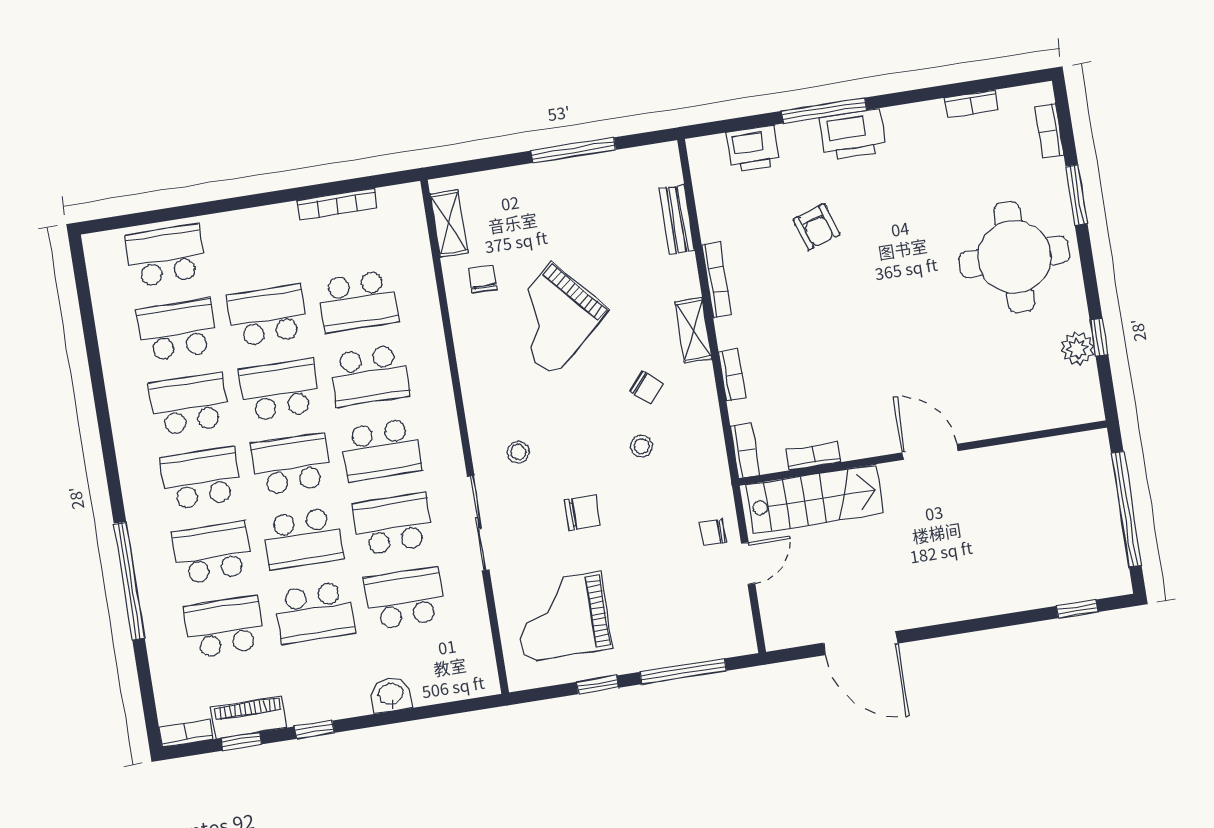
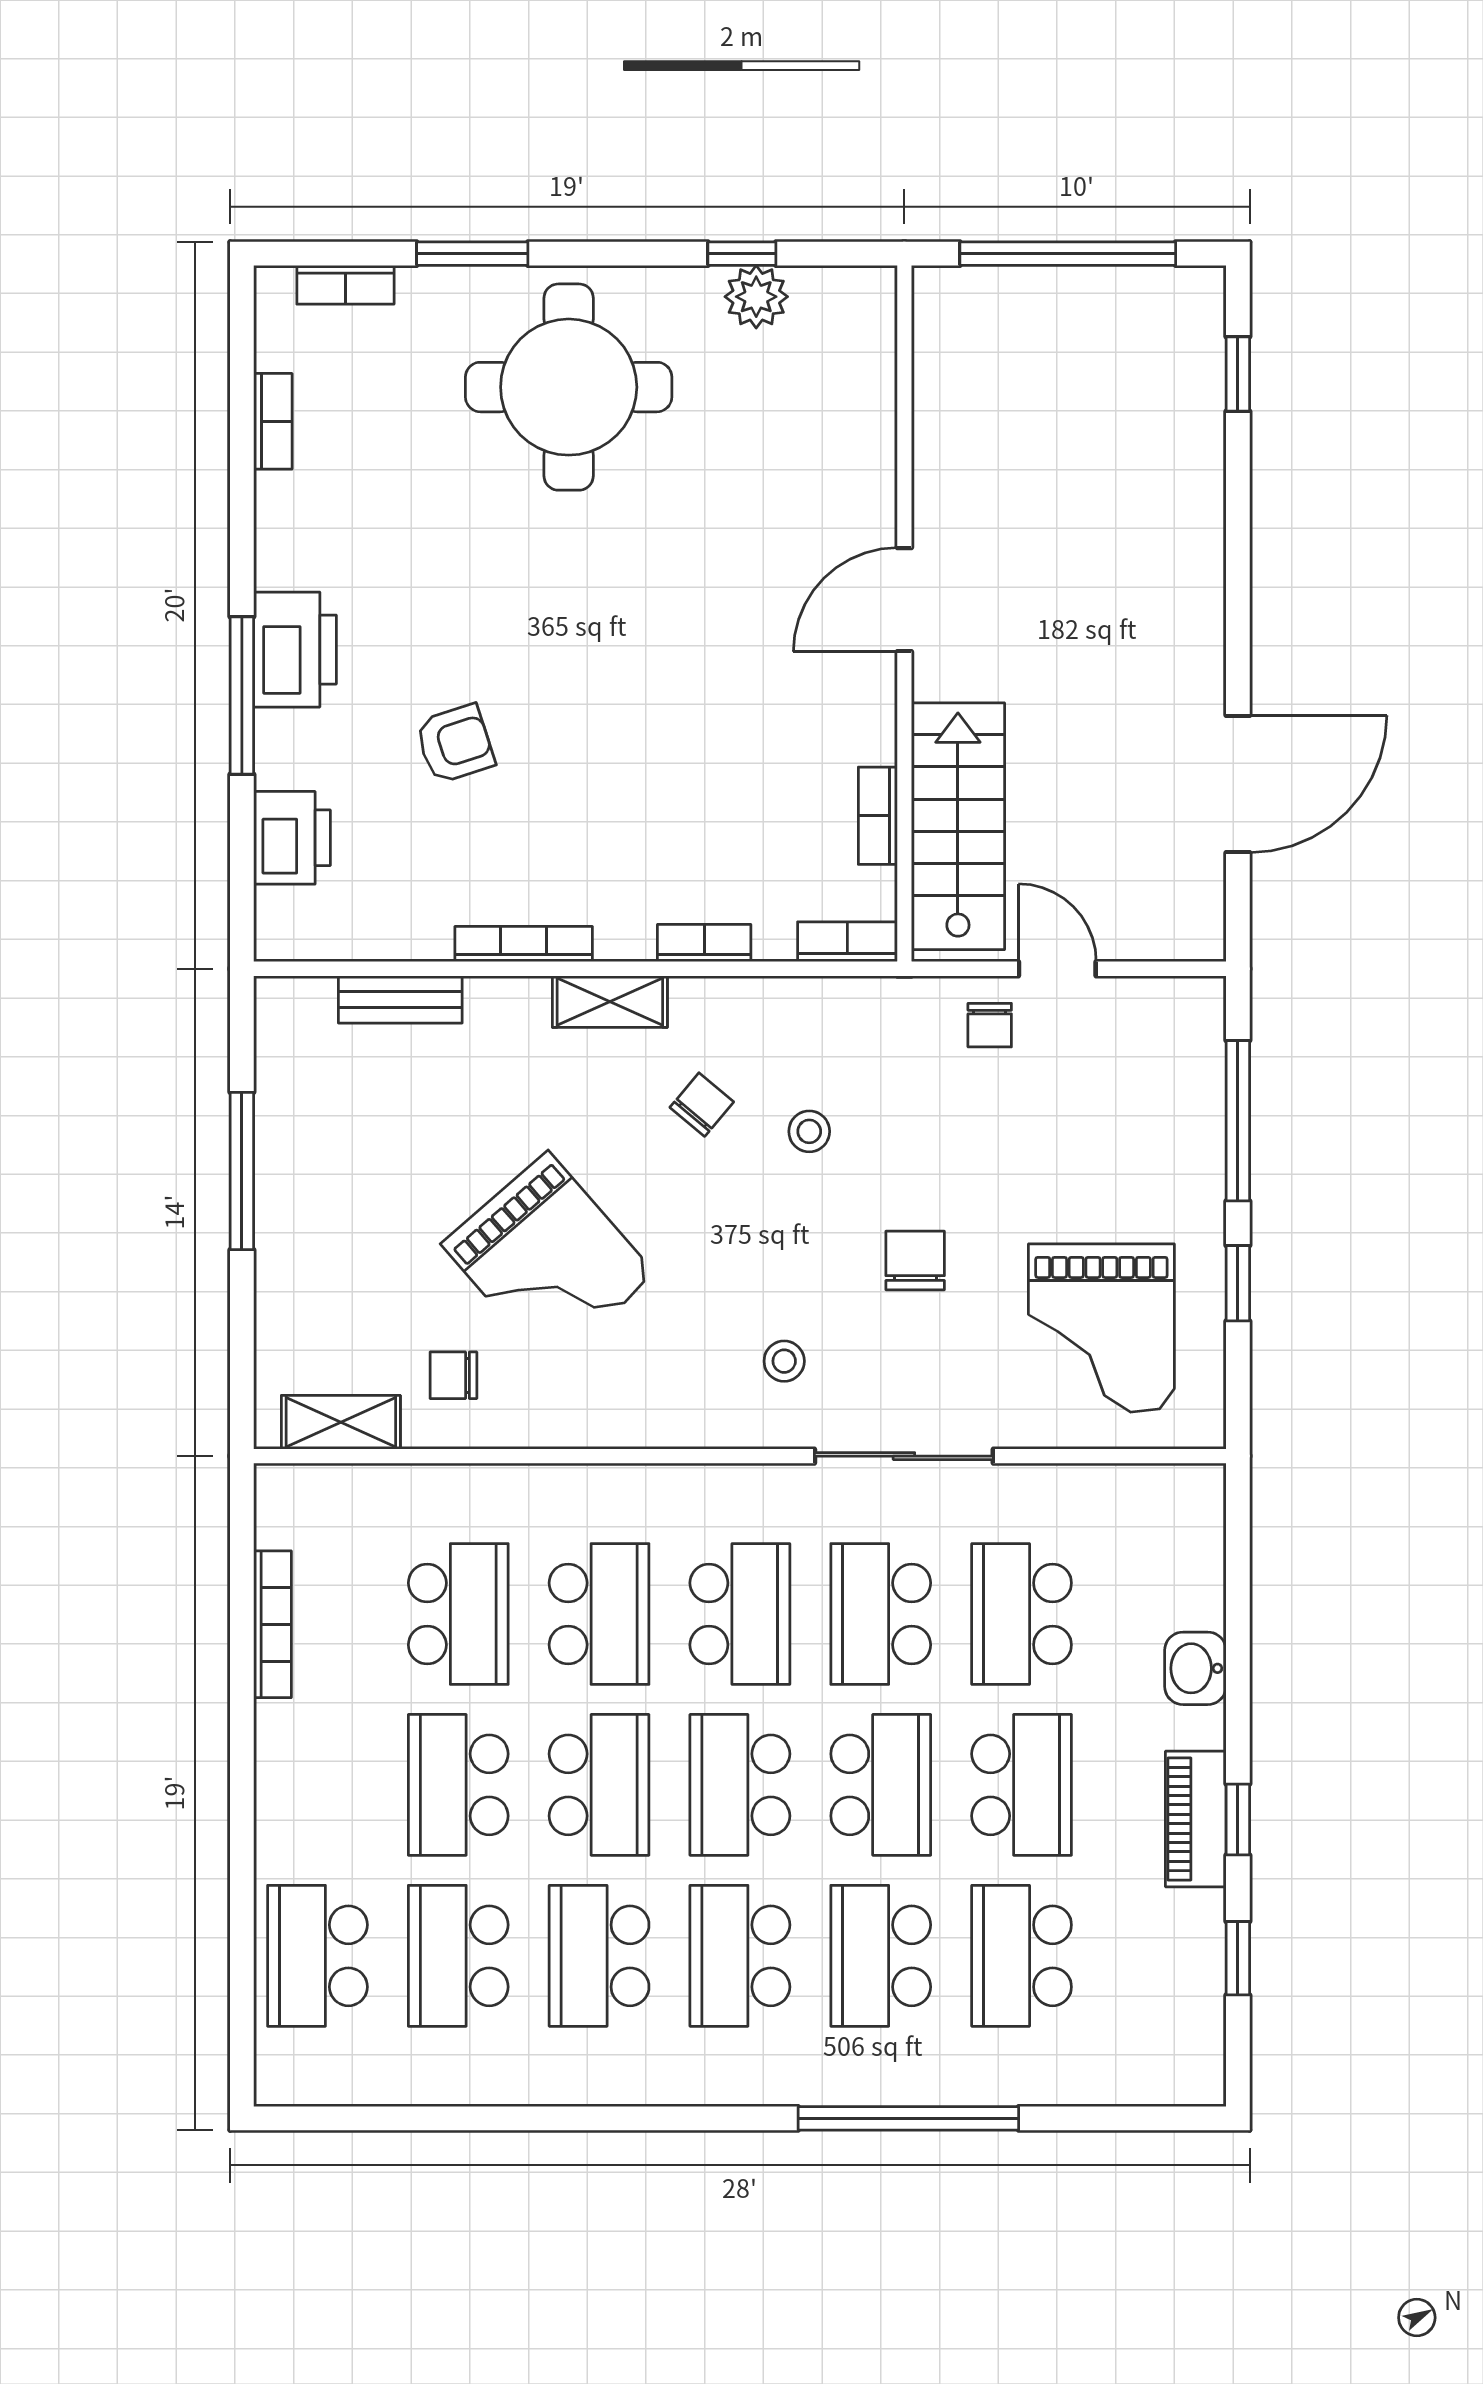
school desk: (279, 390) -> (599, 1785), turned 180
piano: (249, 717) -> (1196, 1819), moved
bookcase: (186, 733) -> (1207, 2058), removed

